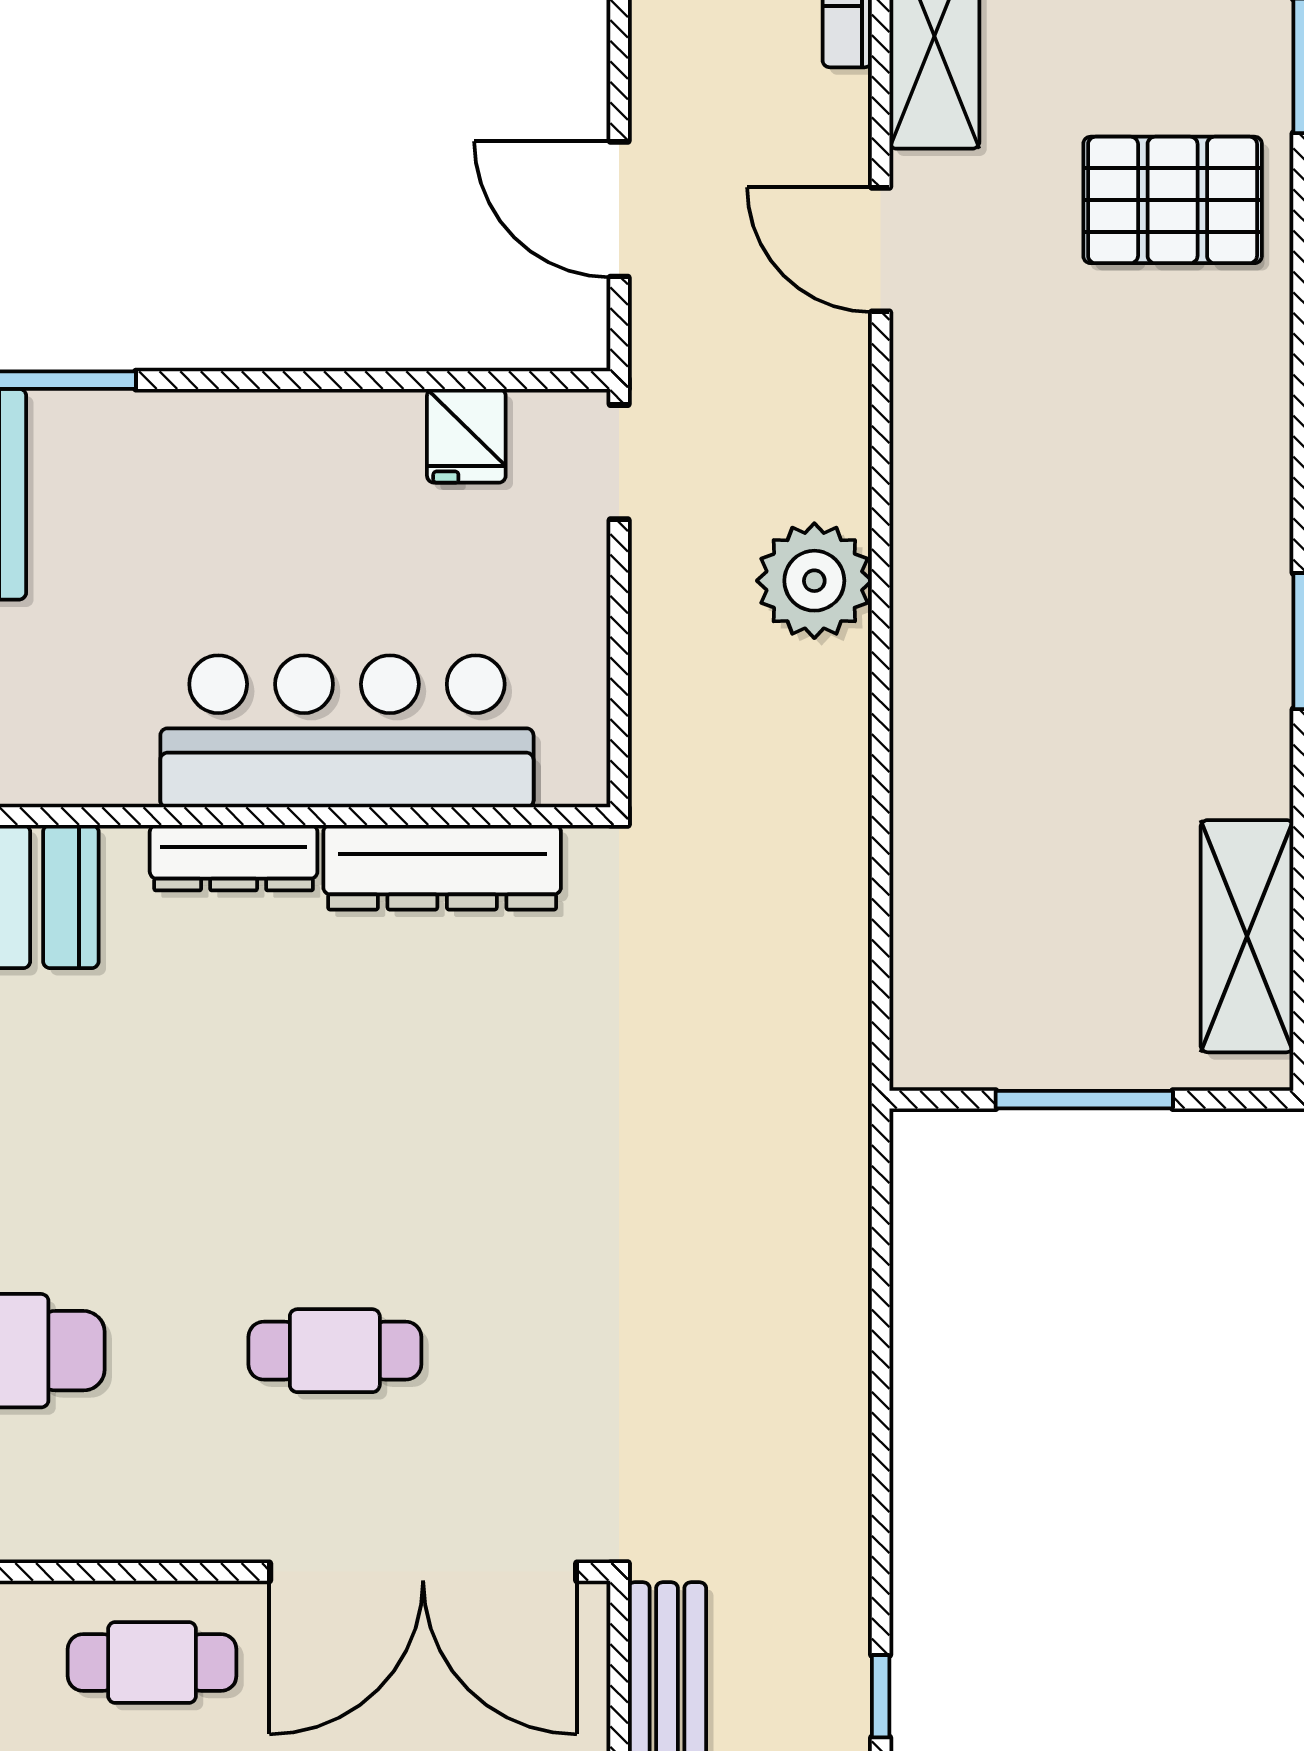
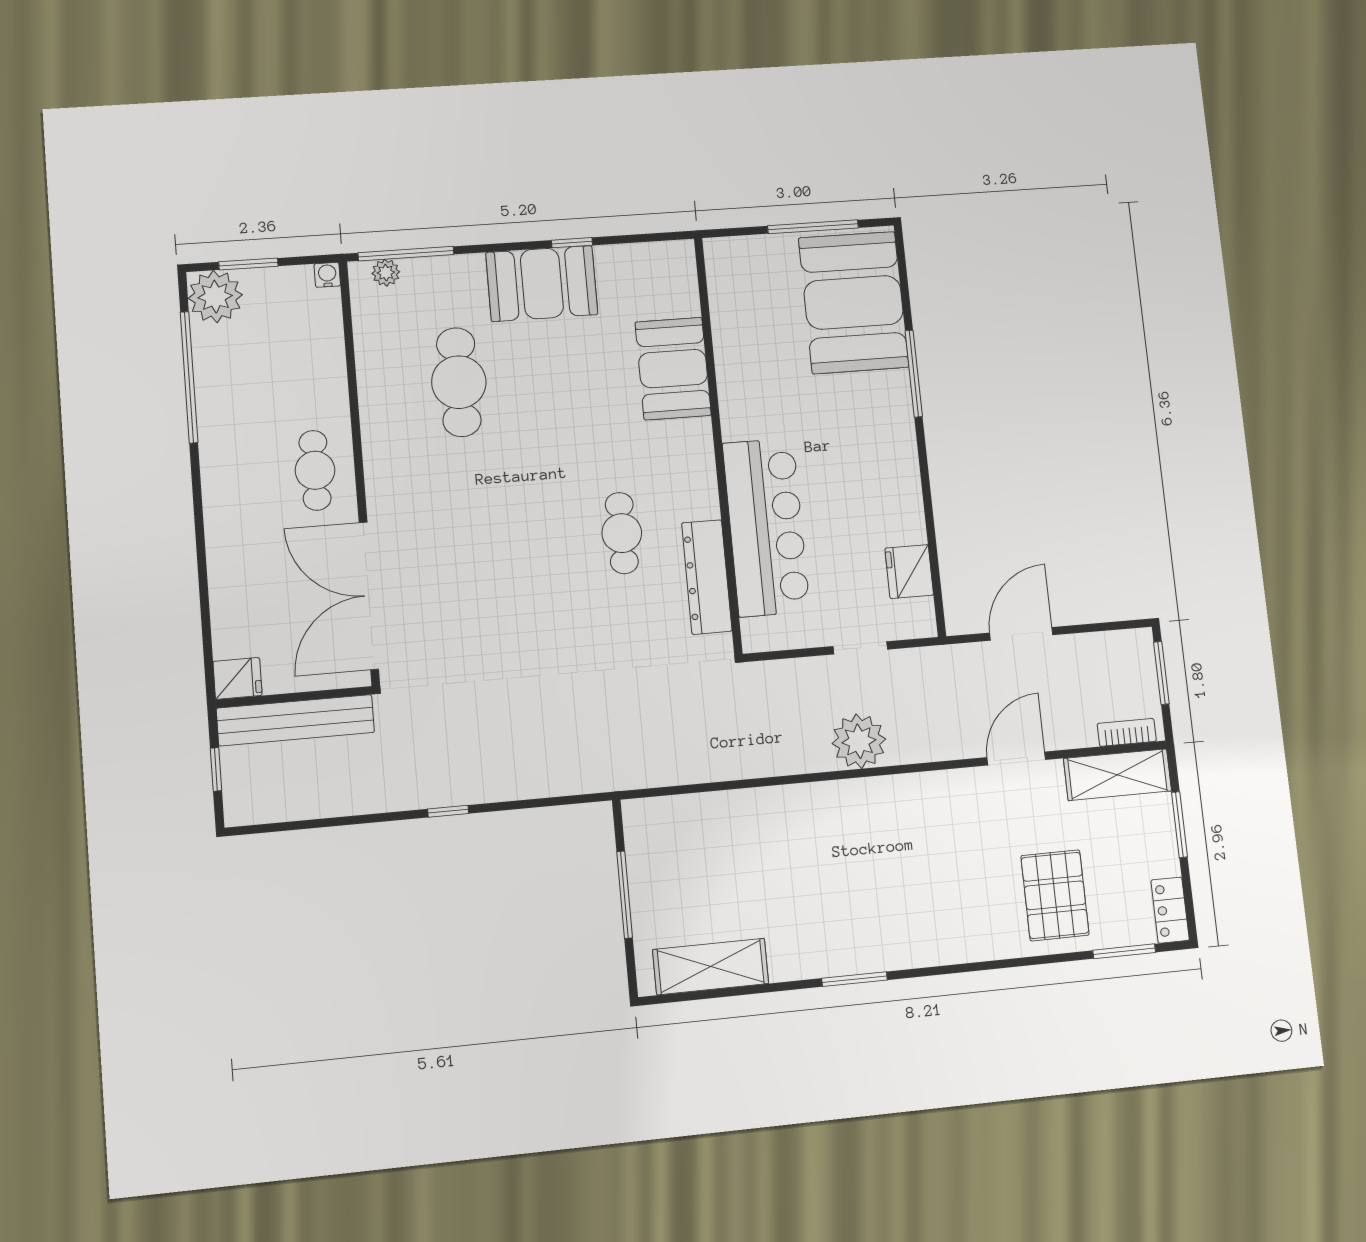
fridge: (466, 436) -> (909, 572), width x1.38
doorway: (619, 462) -> (860, 648), moved
dresser: (234, 858) -> (702, 479), removed
cafe table: (335, 1351) -> (622, 533), moved
window: (881, 1696) -> (448, 811), moved

